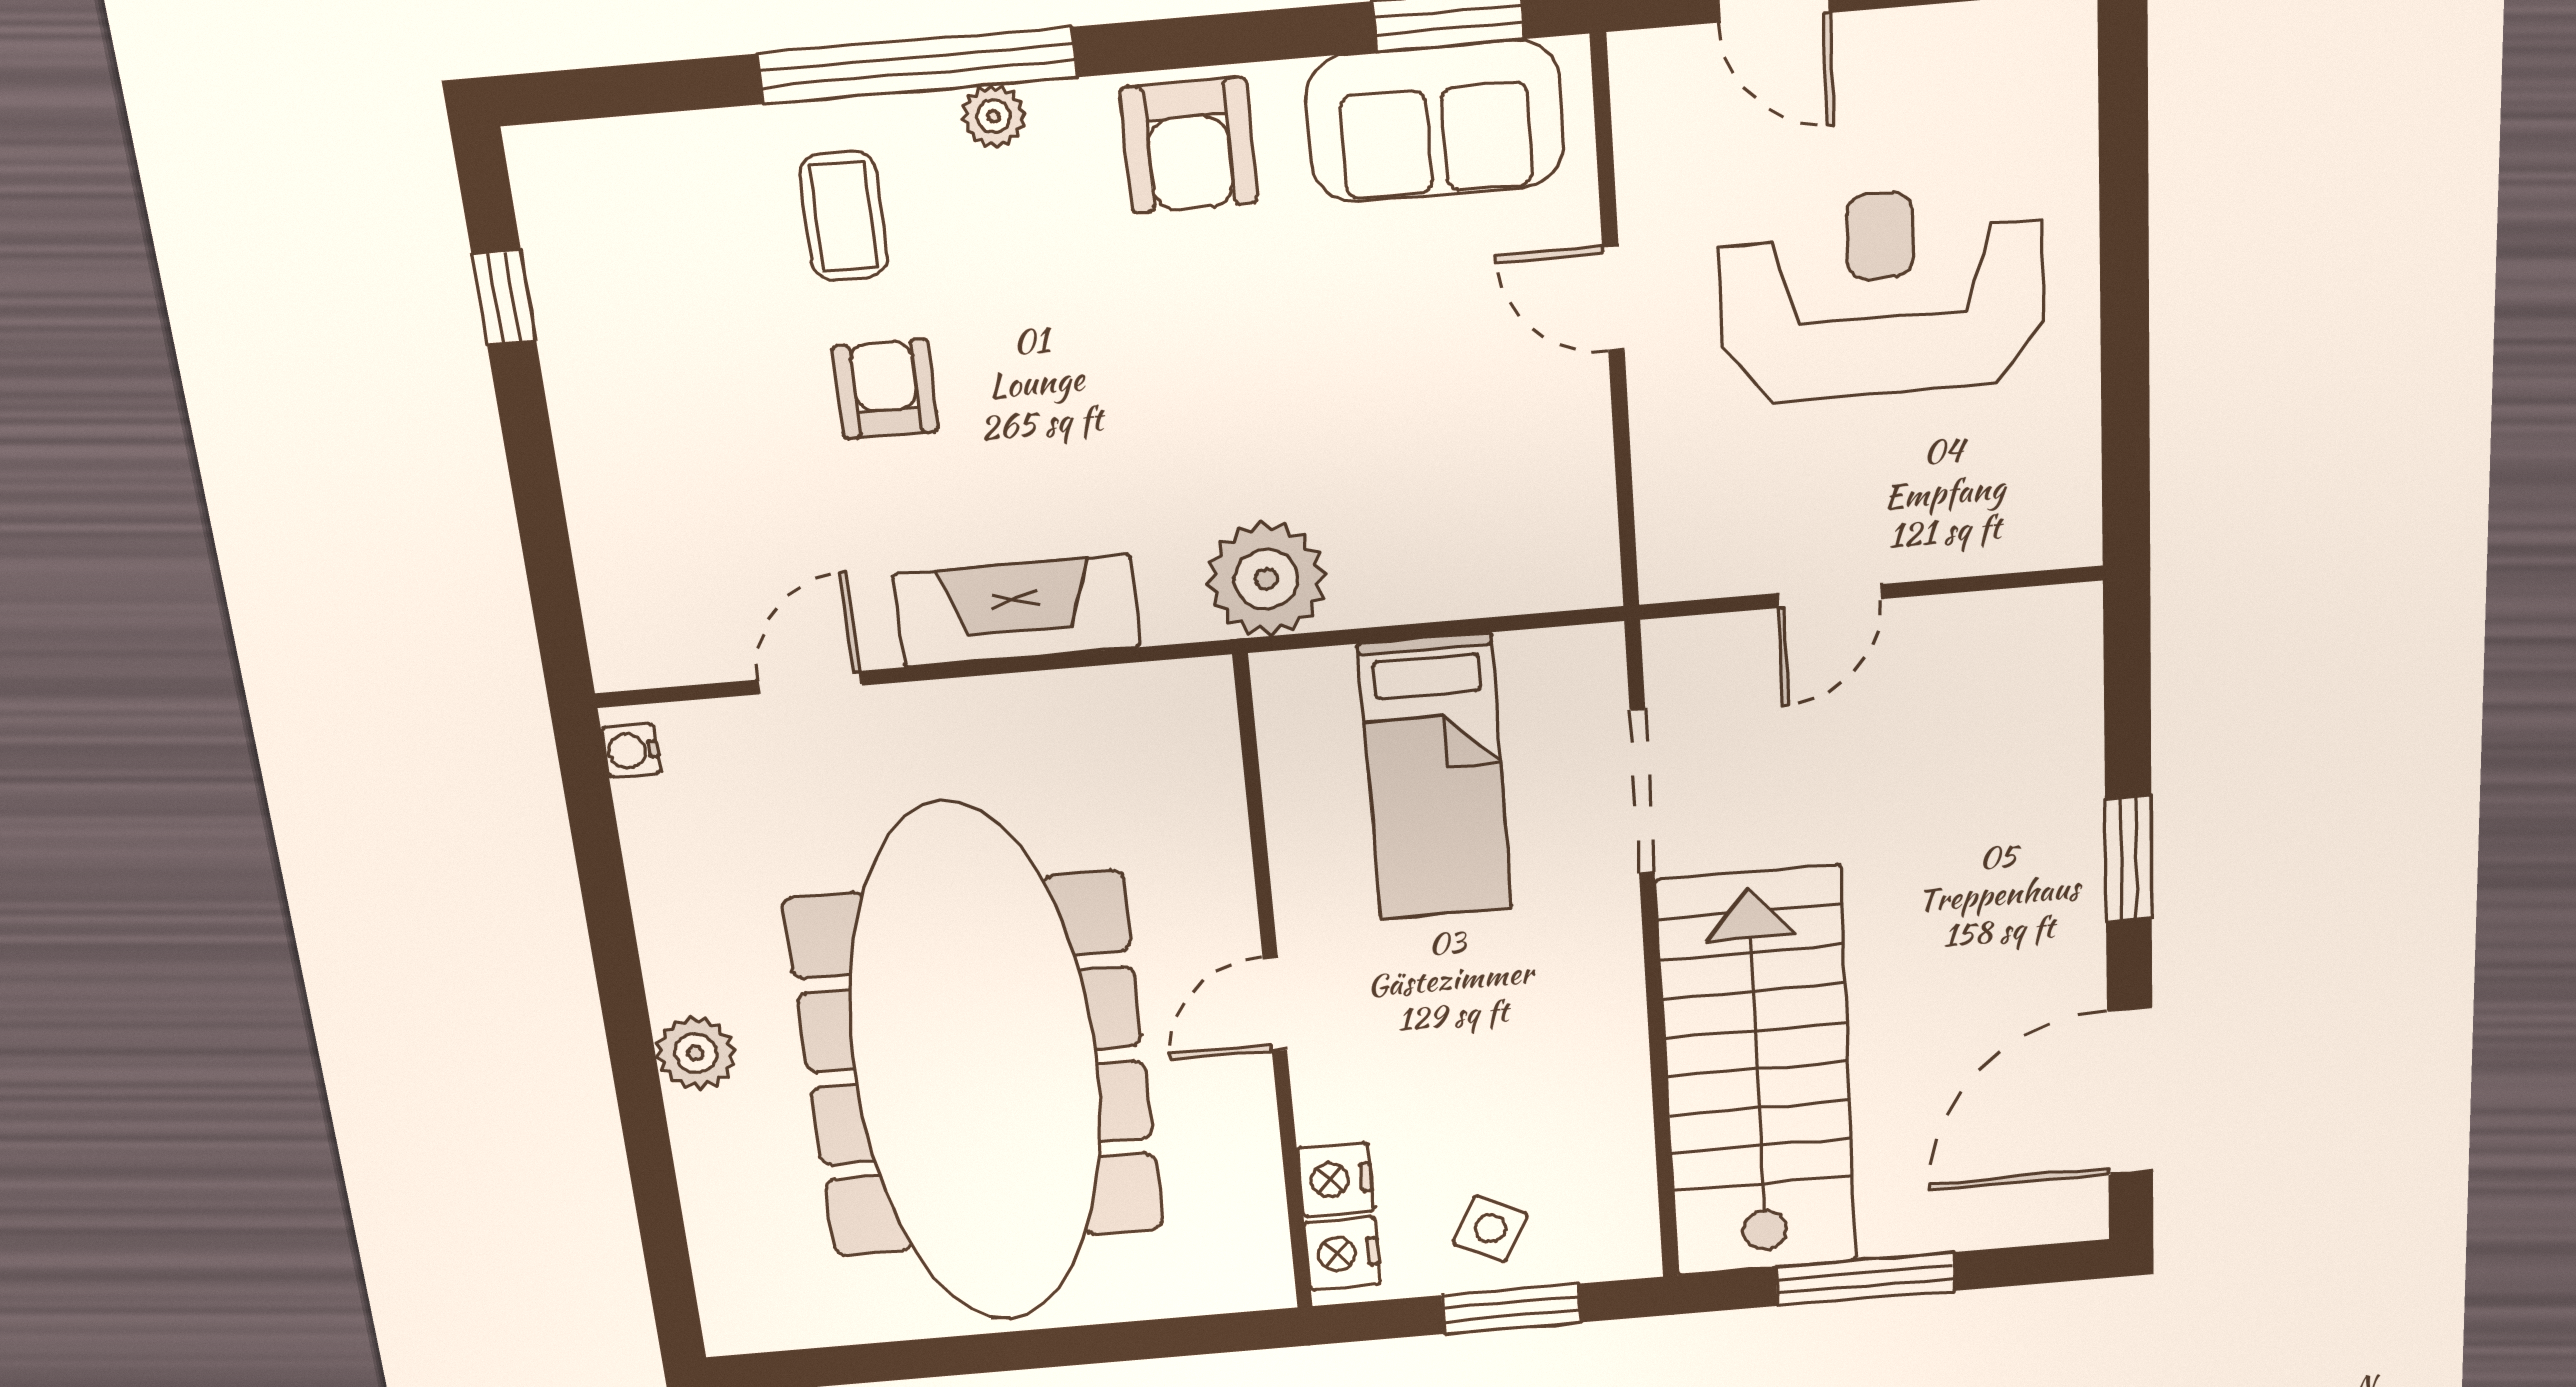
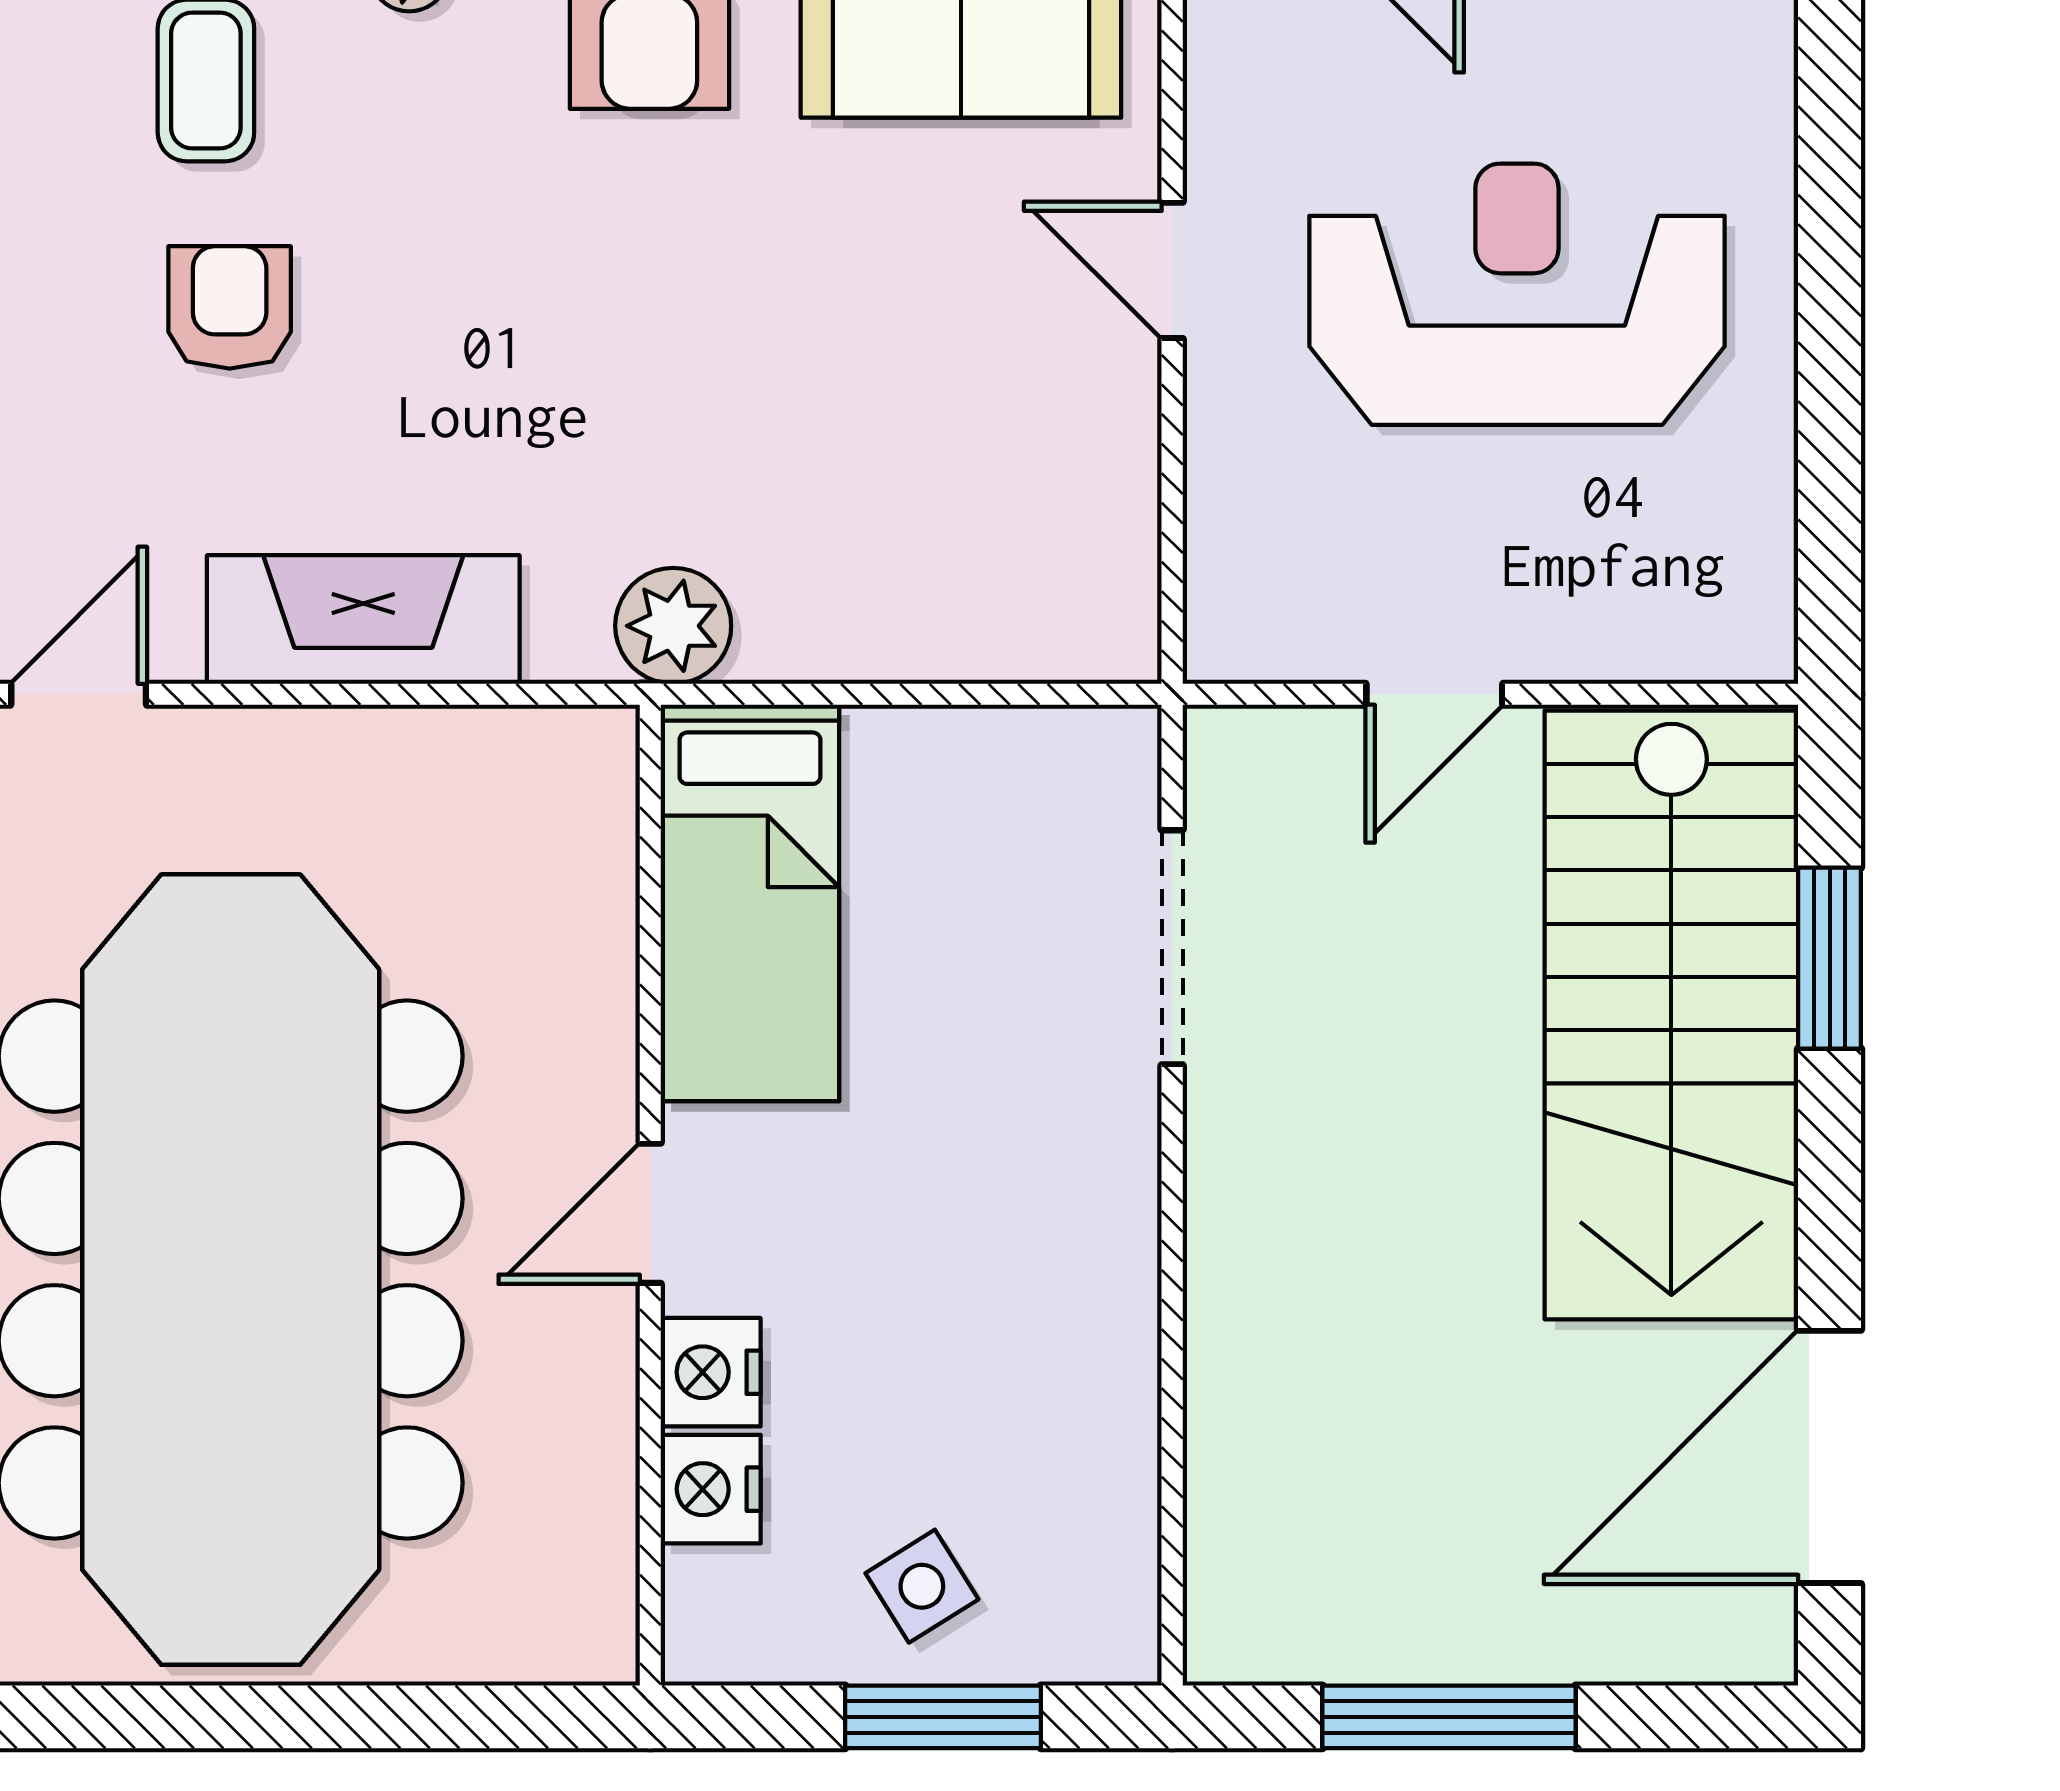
plant: (1266, 579) -> (673, 626), width x0.73, depth x0.73
bed: (1435, 778) -> (750, 903), moved
window: (2129, 859) -> (1830, 958), moved
stairs: (1757, 1074) -> (1671, 1015), moved, turned 180
side table: (1490, 1228) -> (922, 1586), turned 31
nightstand: (1342, 1254) -> (711, 1372), moved

